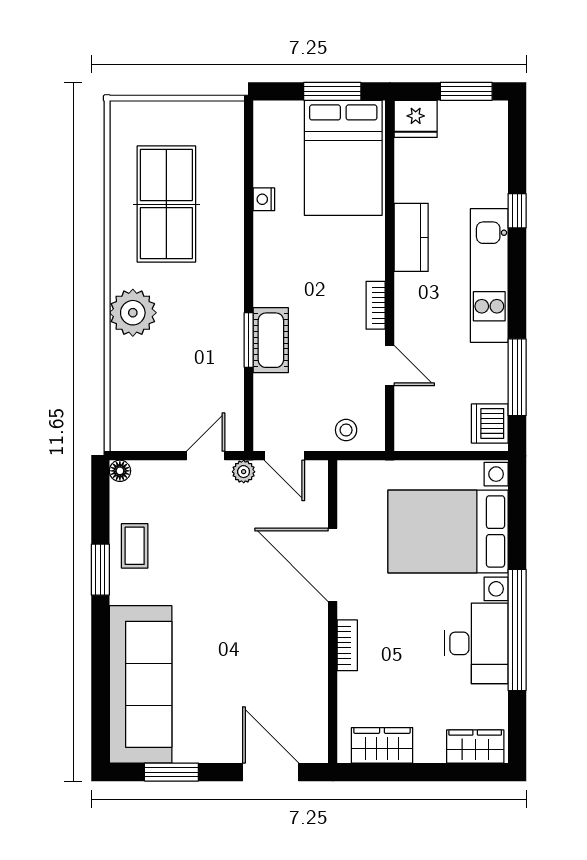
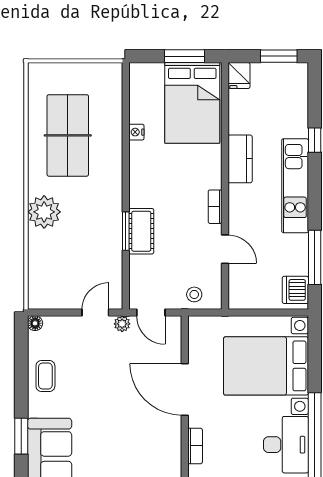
fridge: (416, 119) -> (239, 75), width x0.72
window: (100, 570) -> (21, 436), moved

